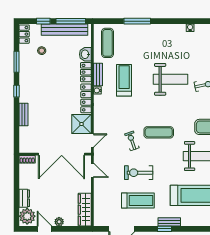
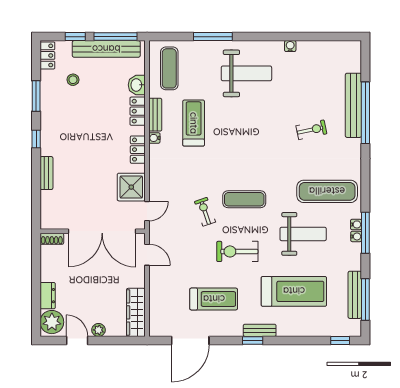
weight bench: (170, 79) -> (246, 73), moved
locker: (86, 98) -> (138, 150), width x0.66
exercise bike: (139, 173) -> (237, 251), moved

